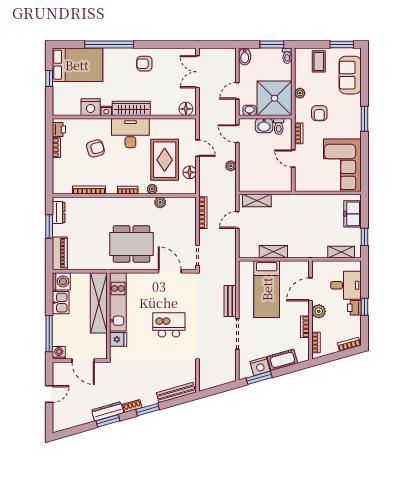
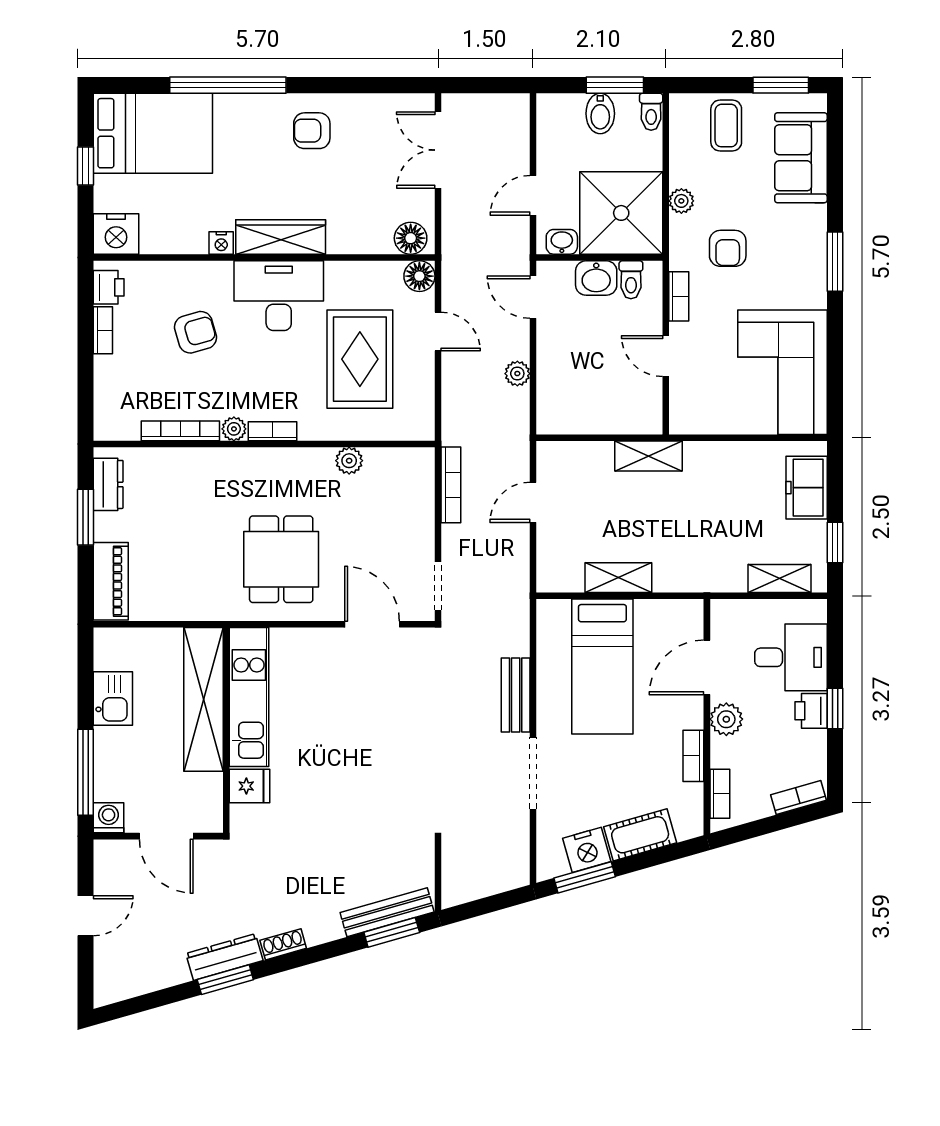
bidet: (245, 56) -> (600, 114), moved
nightstand: (91, 107) -> (116, 234), moved
floor lamp: (190, 172) -> (419, 276), moved
plant: (152, 189) -> (234, 429), moved
shelving: (257, 201) -> (648, 456), moved
dining table: (131, 244) -> (281, 559), width x0.73
washing machine: (61, 281) -> (114, 648), removed
kitchen island: (169, 325) -> (370, 752), removed
window: (148, 410) -> (392, 932), moved

